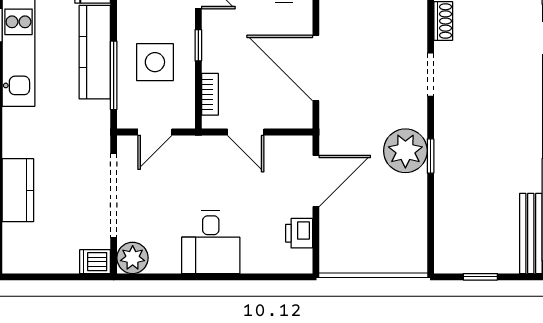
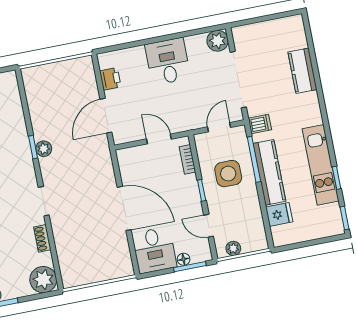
door: (316, 68) -> (124, 208), moved
plant: (405, 151) -> (44, 149), width x0.53, depth x0.53
dishwasher: (95, 262) -> (260, 124), moved

